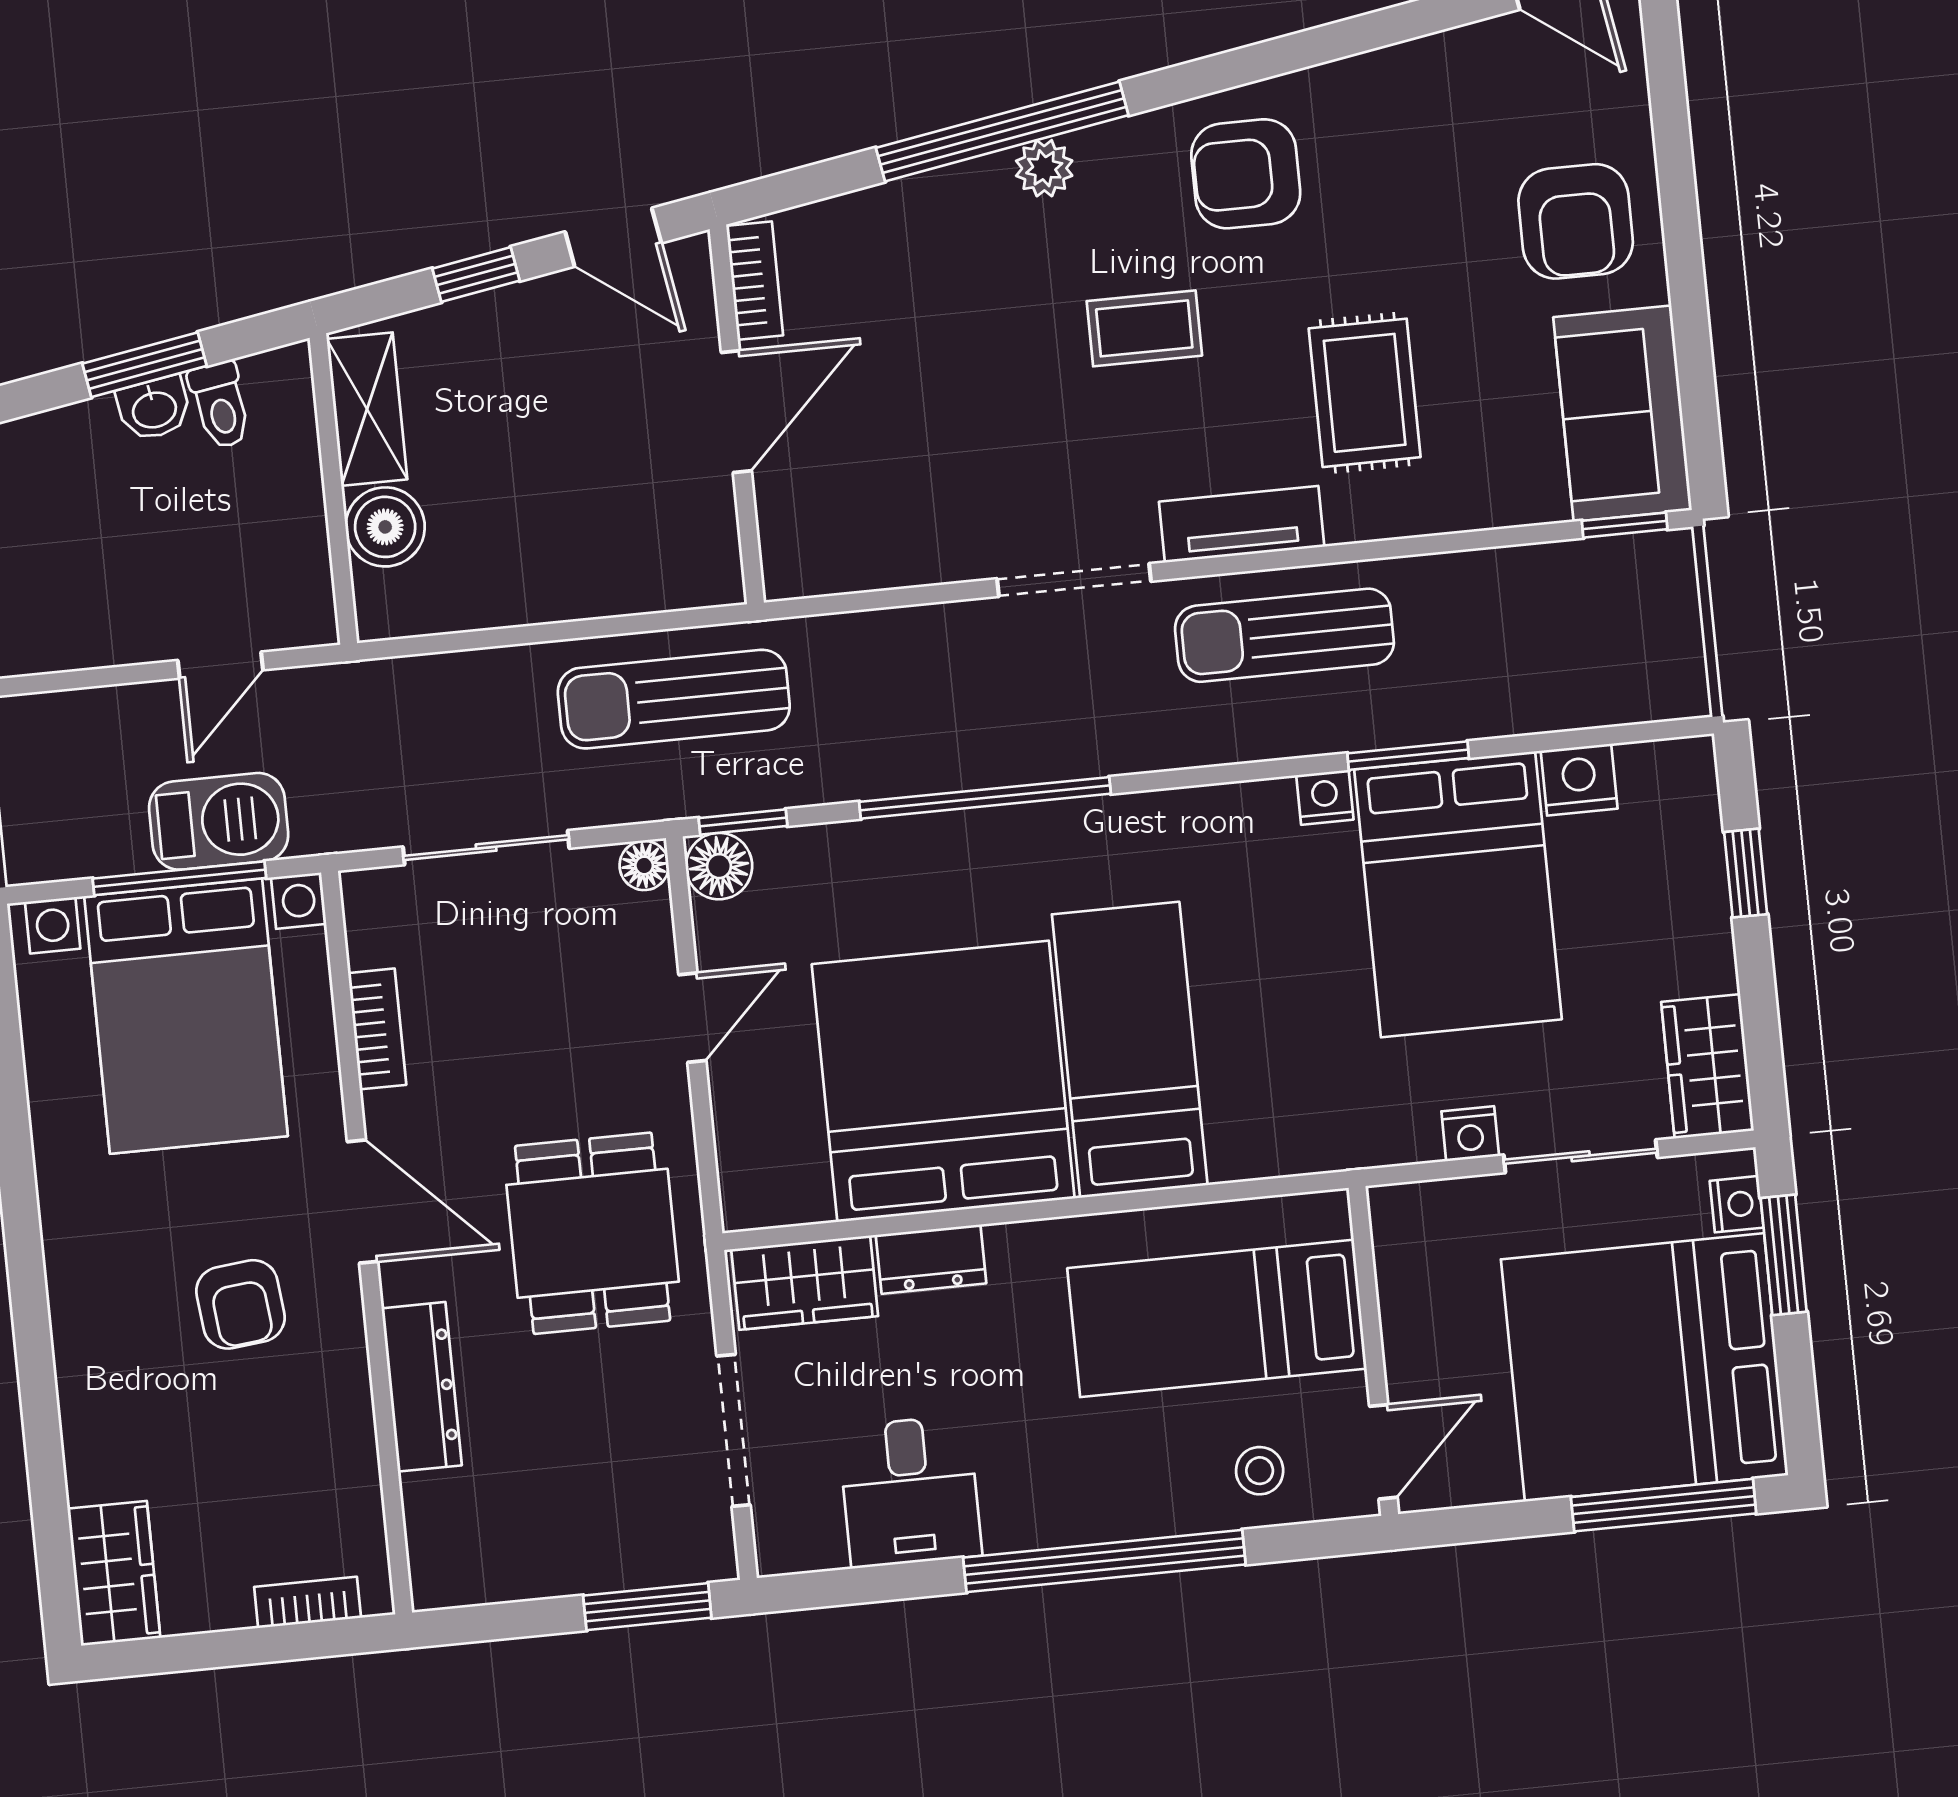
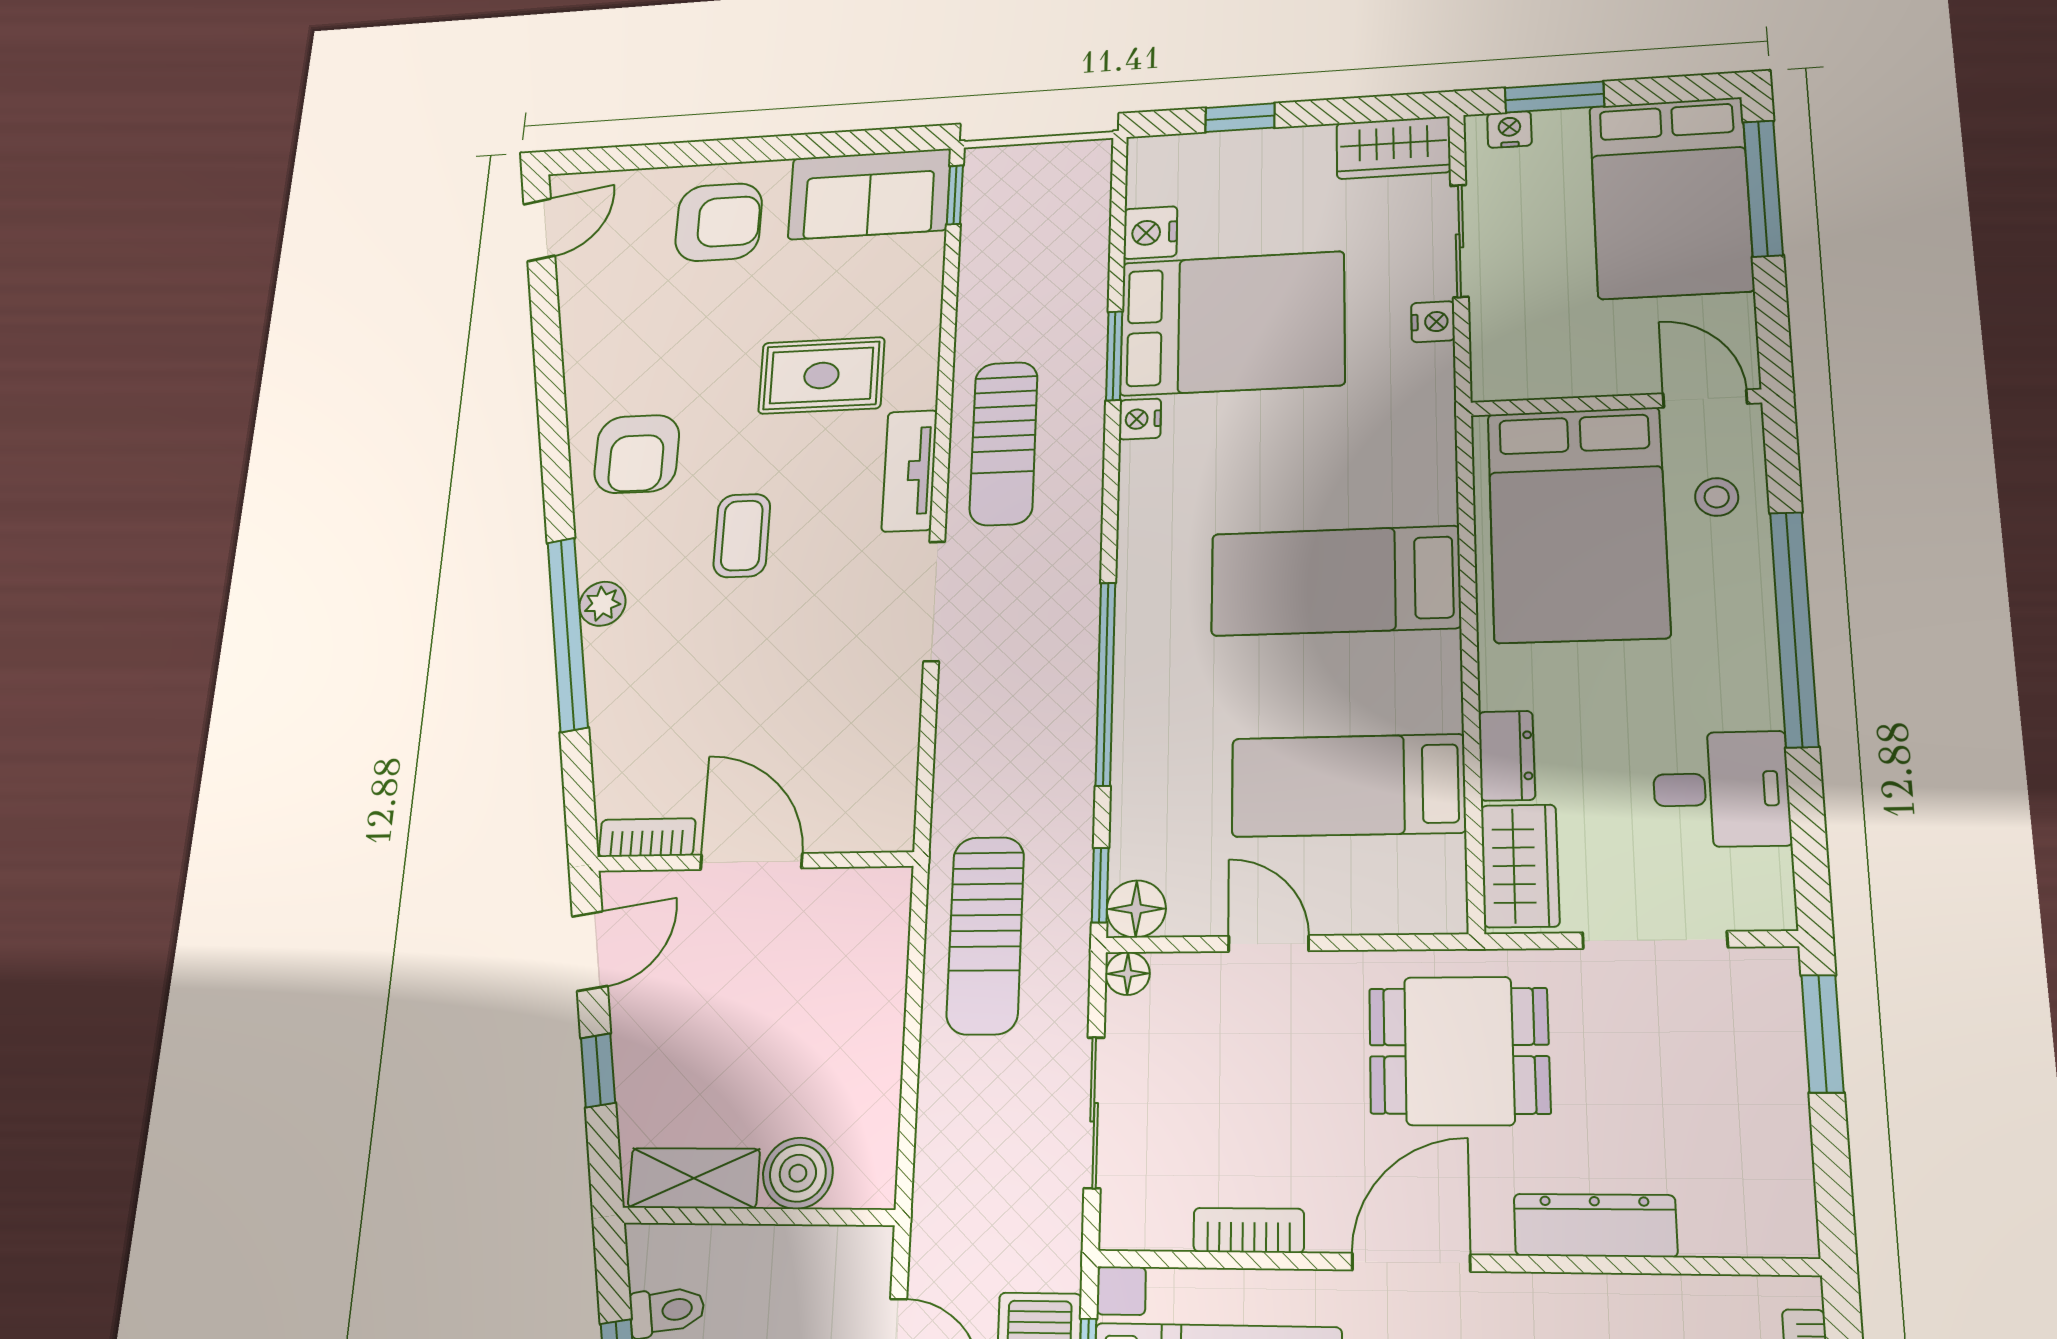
bed: (943, 1081) -> (1348, 785), width x0.49
bed: (1217, 1318) -> (1578, 524), width x1.50
bed: (1645, 1367) -> (1671, 197), width x0.73

